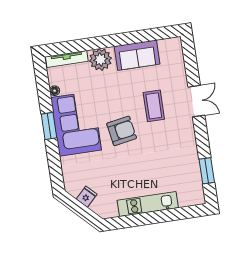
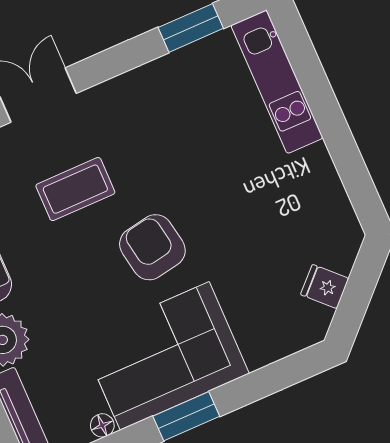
kitchen unit: (148, 204) -> (277, 82), moved

